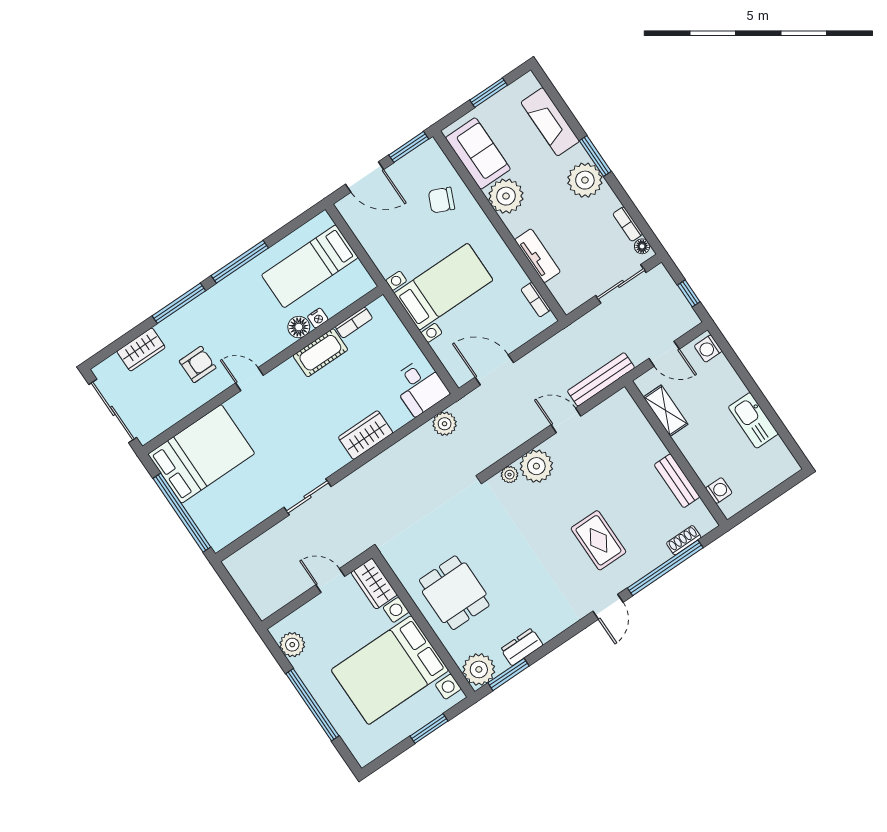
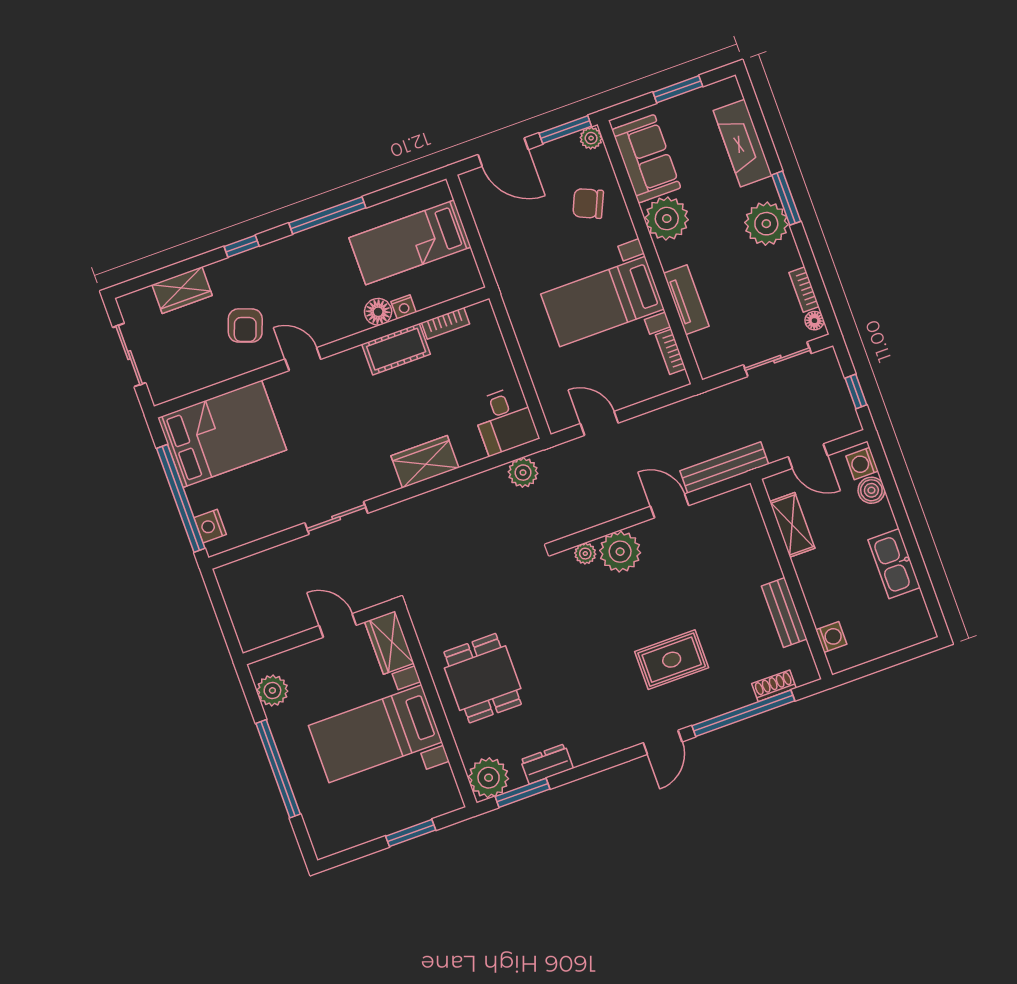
plant: (431, 148) -> (591, 138), added
bed with nightstands: (443, 287) -> (603, 301), moved, turned 180
window: (179, 303) -> (242, 246), width x0.46
armchair: (198, 364) -> (245, 325), turned 110
boiler: (721, 368) -> (871, 490), added
door: (494, 370) -> (599, 423), width x0.73
sliding door: (113, 411) -> (129, 355), width x0.73
nightstand: (210, 529) -> (210, 526), added
rug: (598, 540) -> (672, 660), turned 90
bed with nightstands: (390, 670) -> (375, 734), width x0.73

